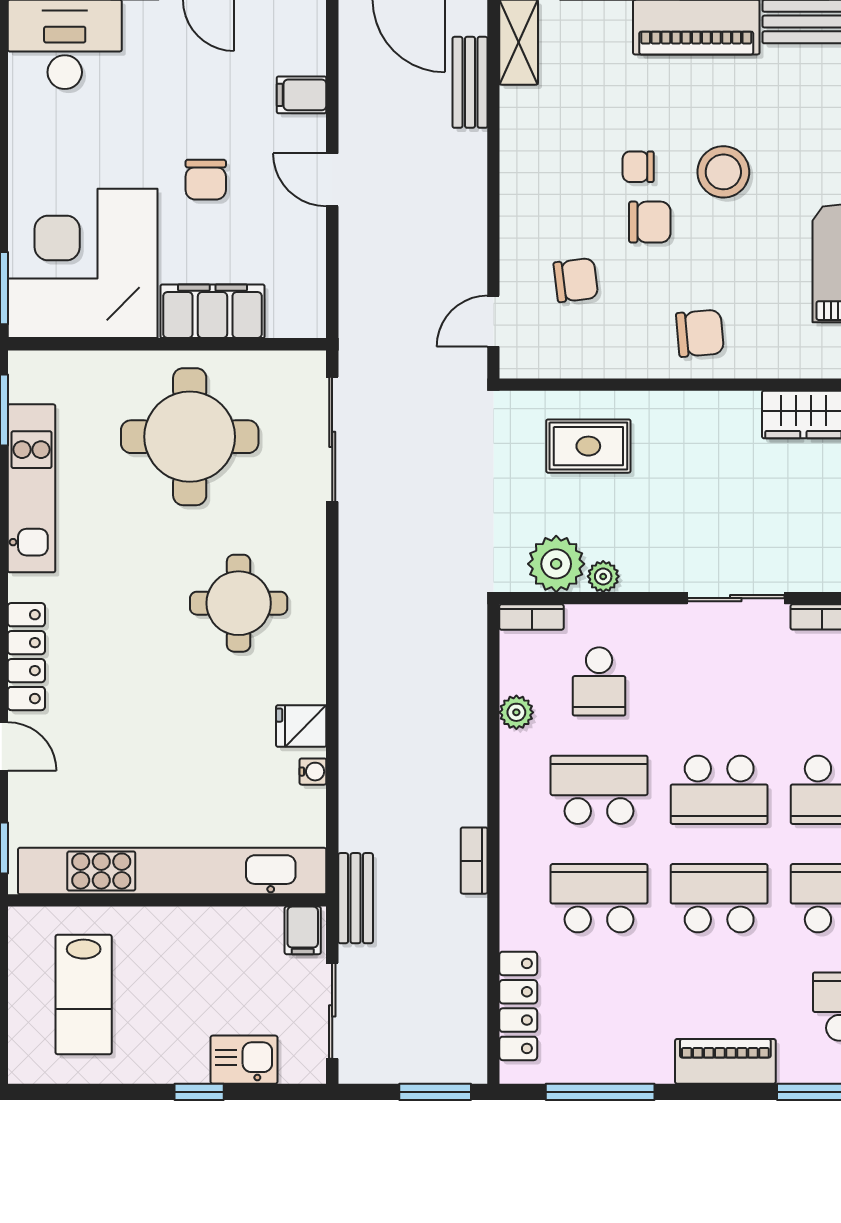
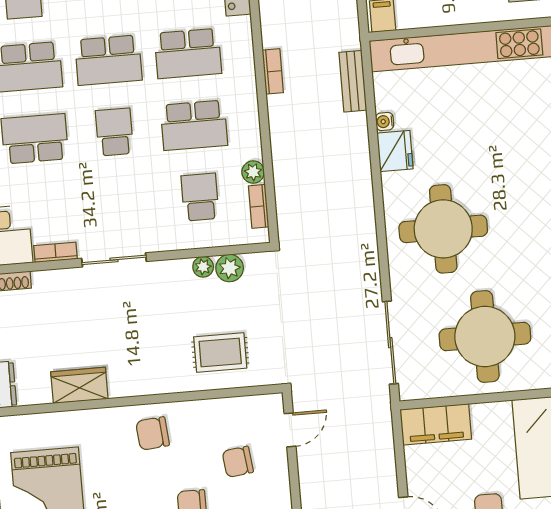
filing cabinet: (213, 311) -> (436, 424), moved
plant: (556, 564) -> (230, 268), width x0.73, depth x0.73
round table: (239, 603) -> (443, 229), width x1.36, depth x1.36
bookcase: (532, 617) -> (259, 206), moved, turned -90
fridge: (301, 726) -> (395, 151), width x1.38
school desk: (719, 790) -> (114, 132), width x0.54
bench: (356, 898) -> (353, 81), moved

